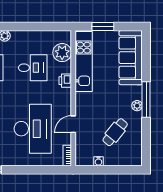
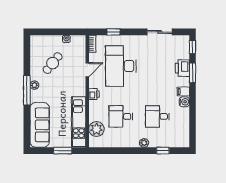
printer: (65, 81) -> (94, 94), moved
window: (42, 170) -> (113, 32), added

